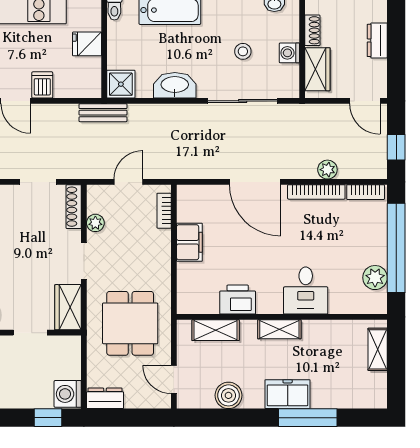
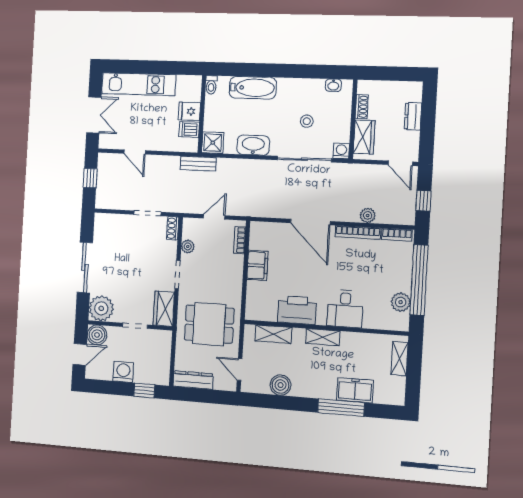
washing machine: (289, 53) -> (341, 151), moved, turned 90
dishwasher: (42, 85) -> (189, 130), moved, turned -90
shoe rack: (74, 207) -> (173, 228), width x0.70
printer: (238, 300) -> (297, 310), width x1.37, depth x1.19
dining table: (130, 323) -> (209, 324), turned 90
washing machine: (68, 394) -> (123, 372), moved, turned 90
freezer: (288, 394) -> (355, 390), moved
dresser: (105, 398) -> (193, 380), width x1.44

